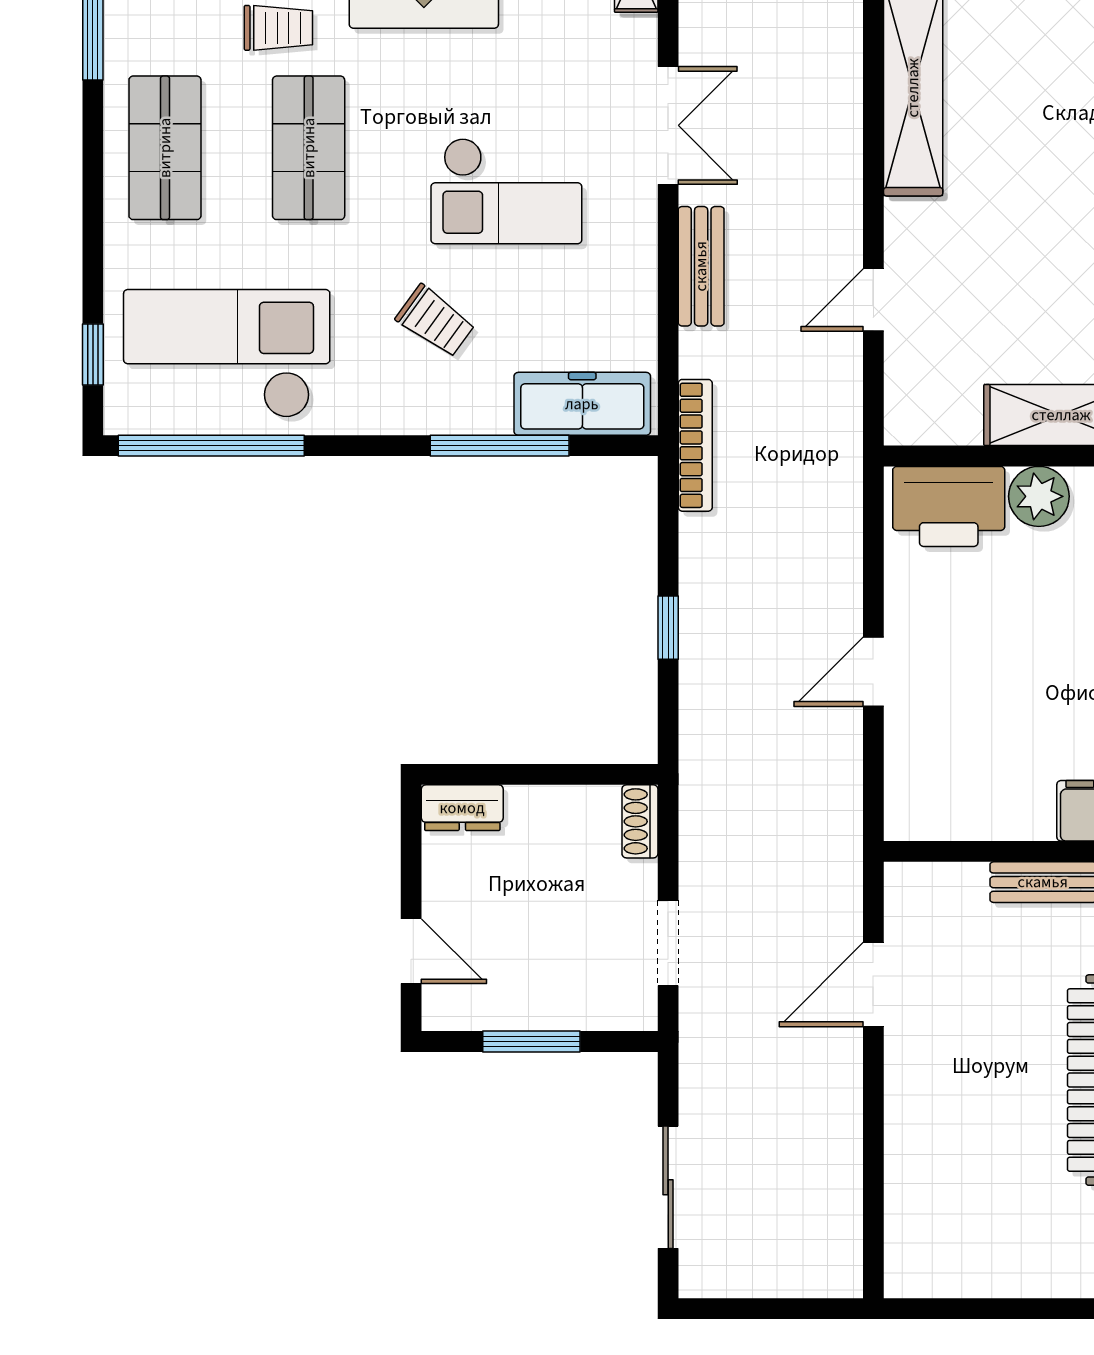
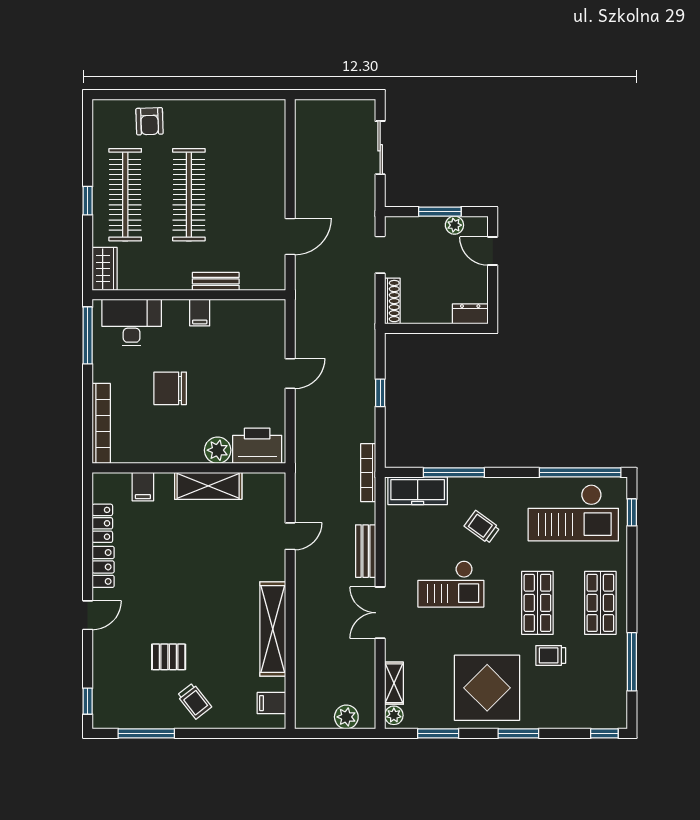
checkout: (506, 191) -> (451, 584), turned 180
shoe rack: (640, 821) -> (392, 301), width x1.43
plant: (498, 1010) -> (454, 225), added

